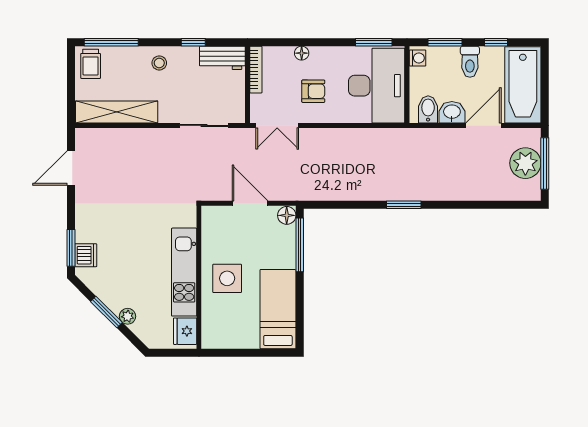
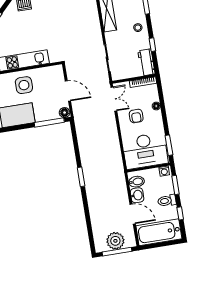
double door: (277, 125) -> (114, 99), swing flipped
door: (250, 203) -> (68, 91), hinge flipped

